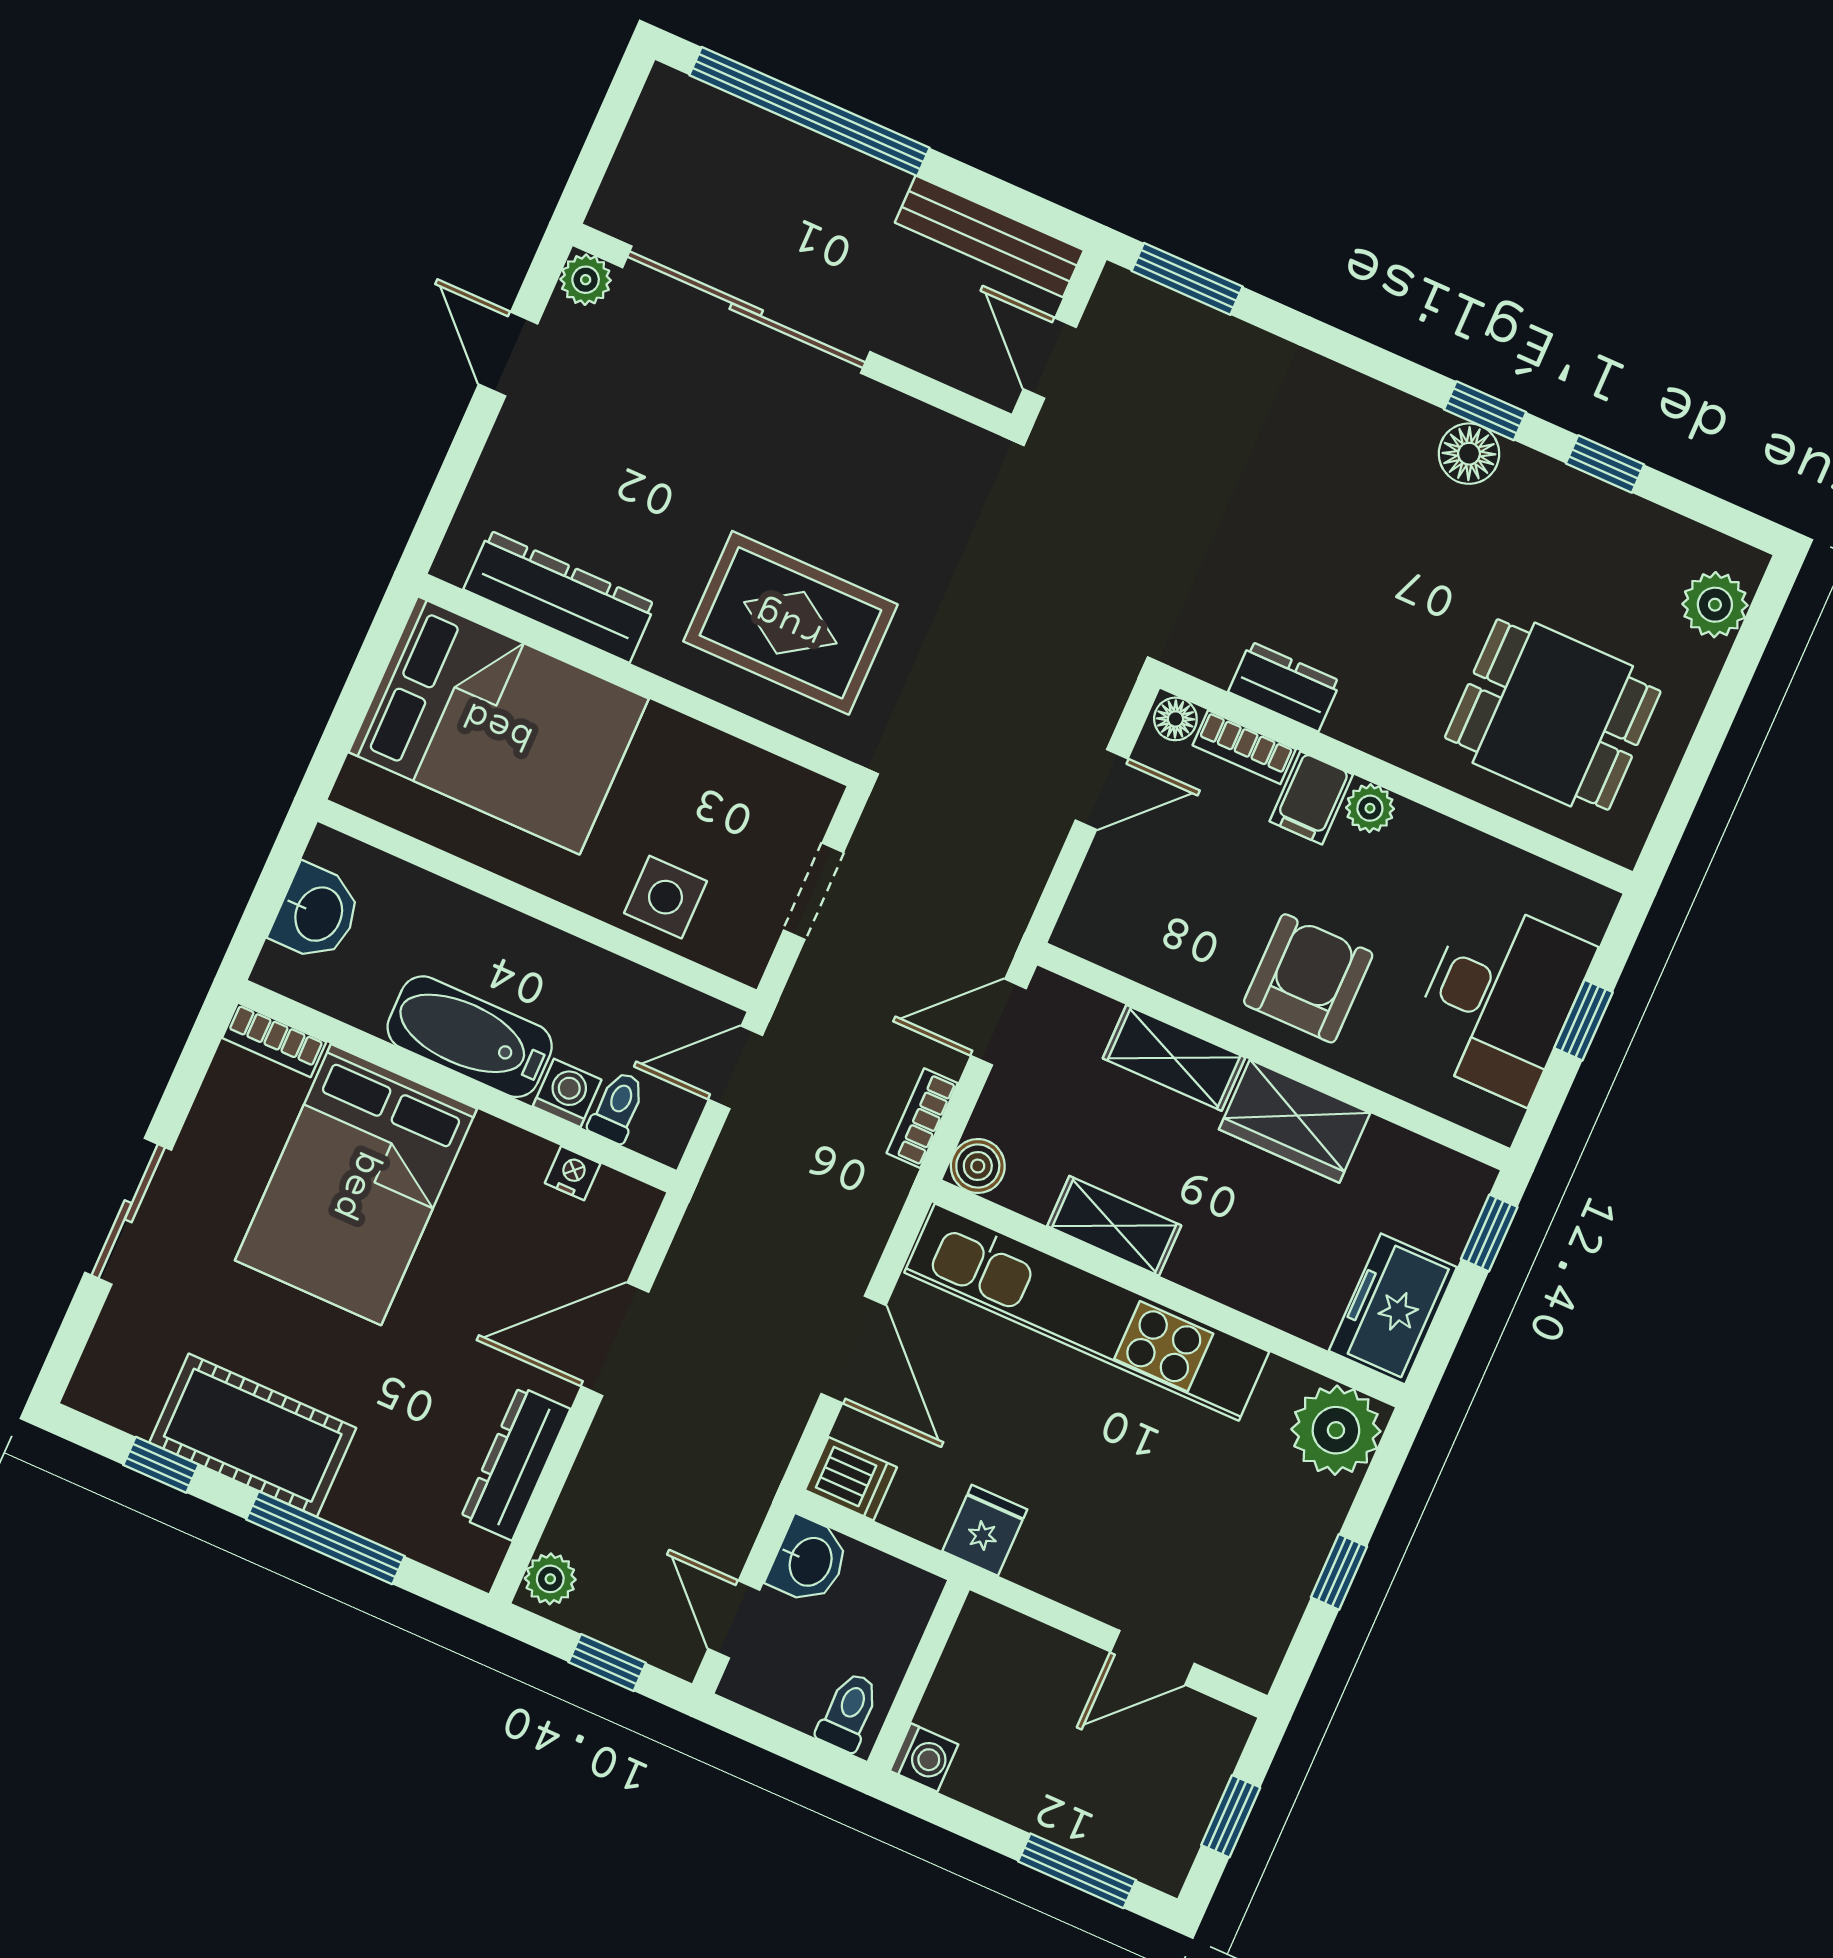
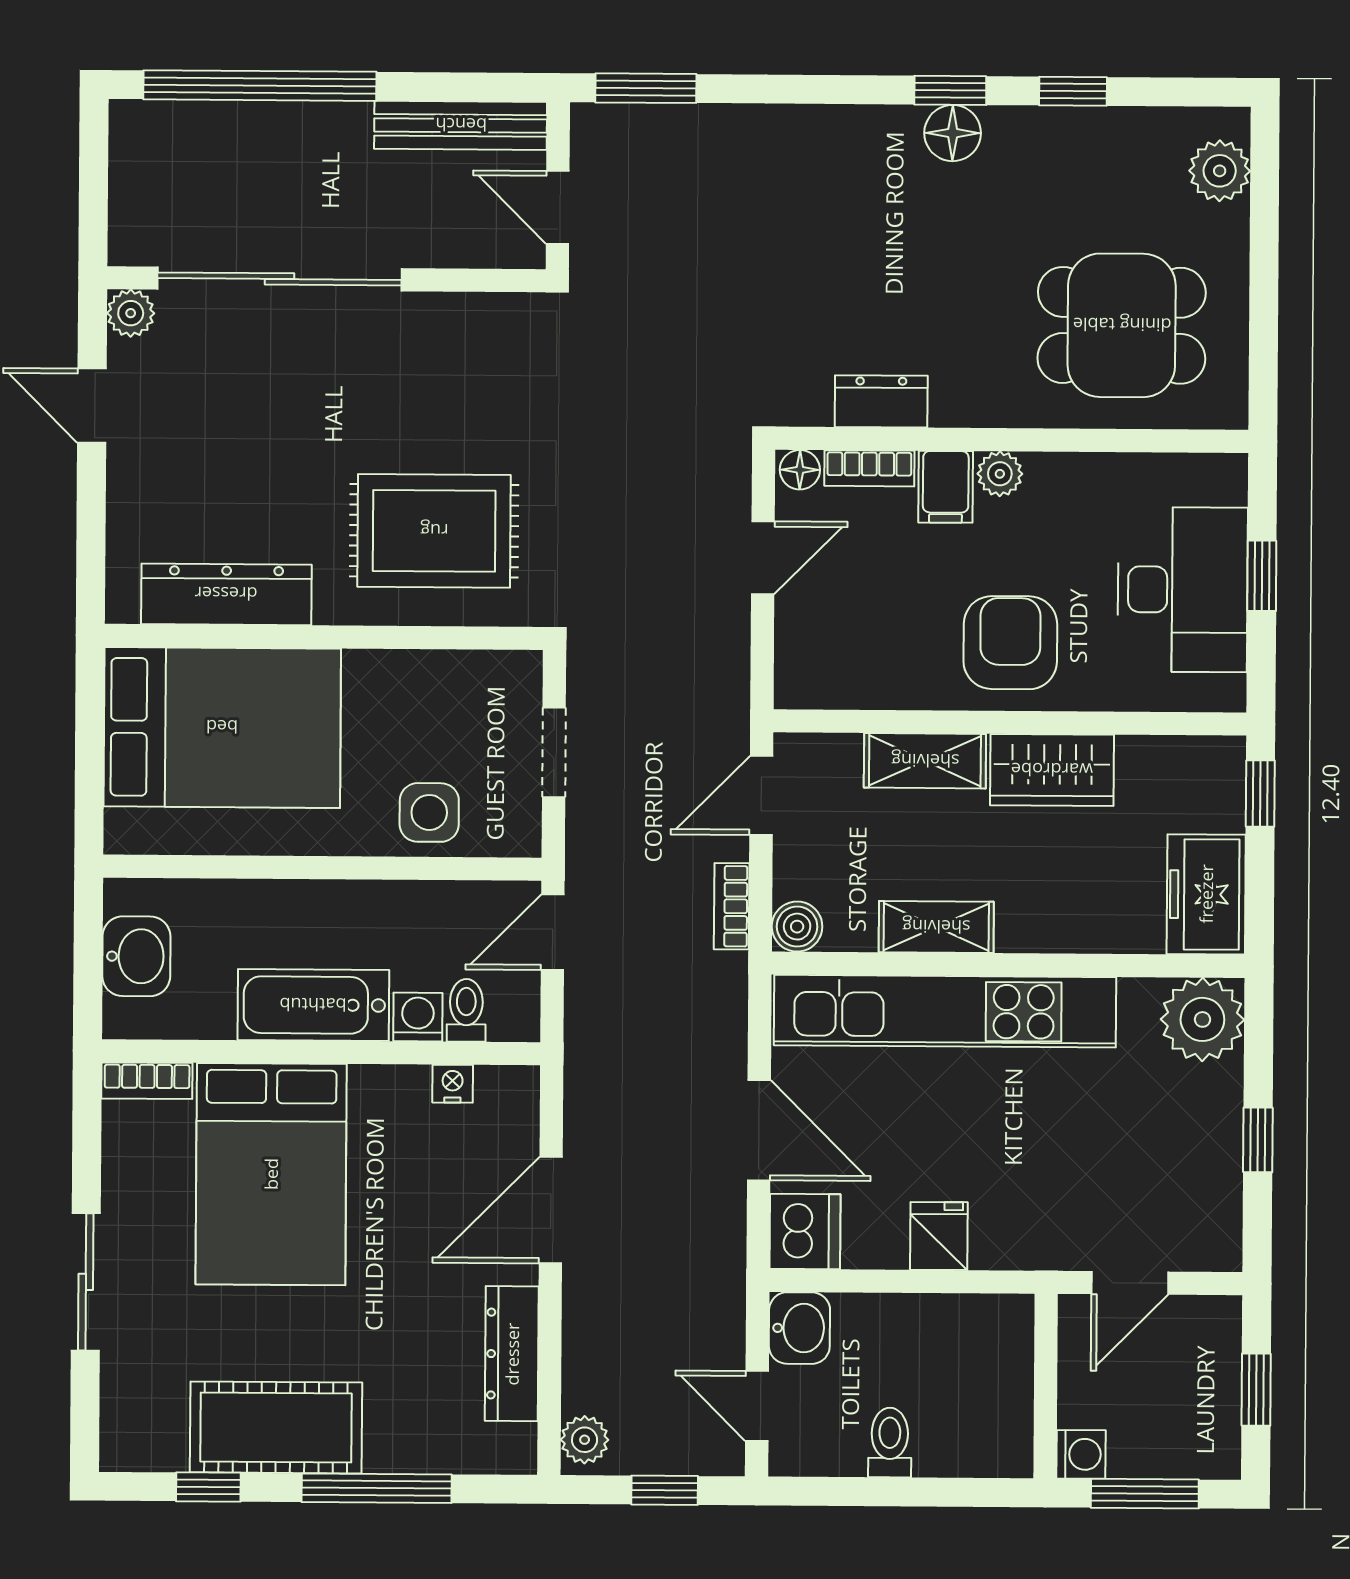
dishwasher: (851, 1479) -> (805, 1232), width x1.38
wall: (918, 1676) -> (1046, 1386), moved
washing machine: (924, 1758) -> (1081, 1454), moved

